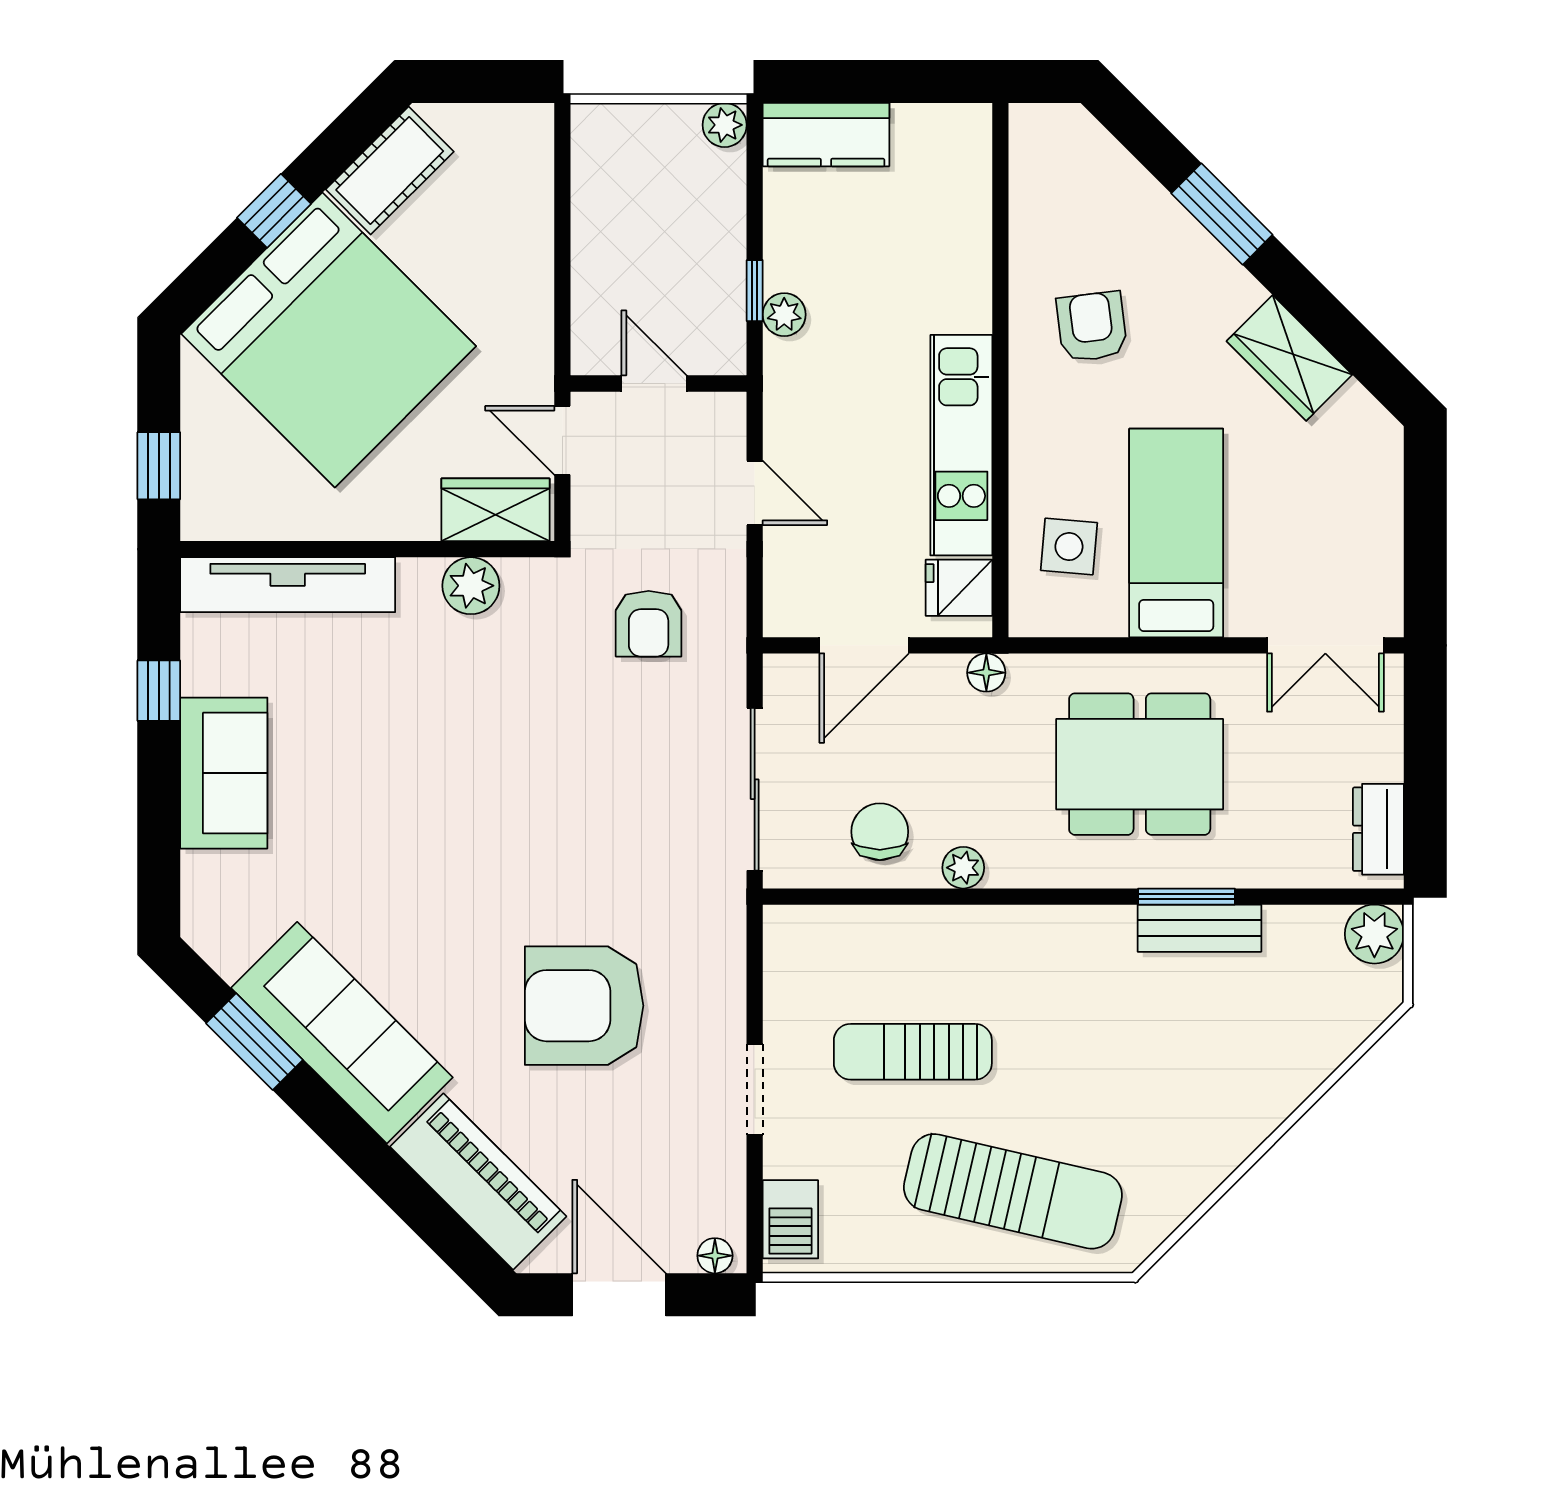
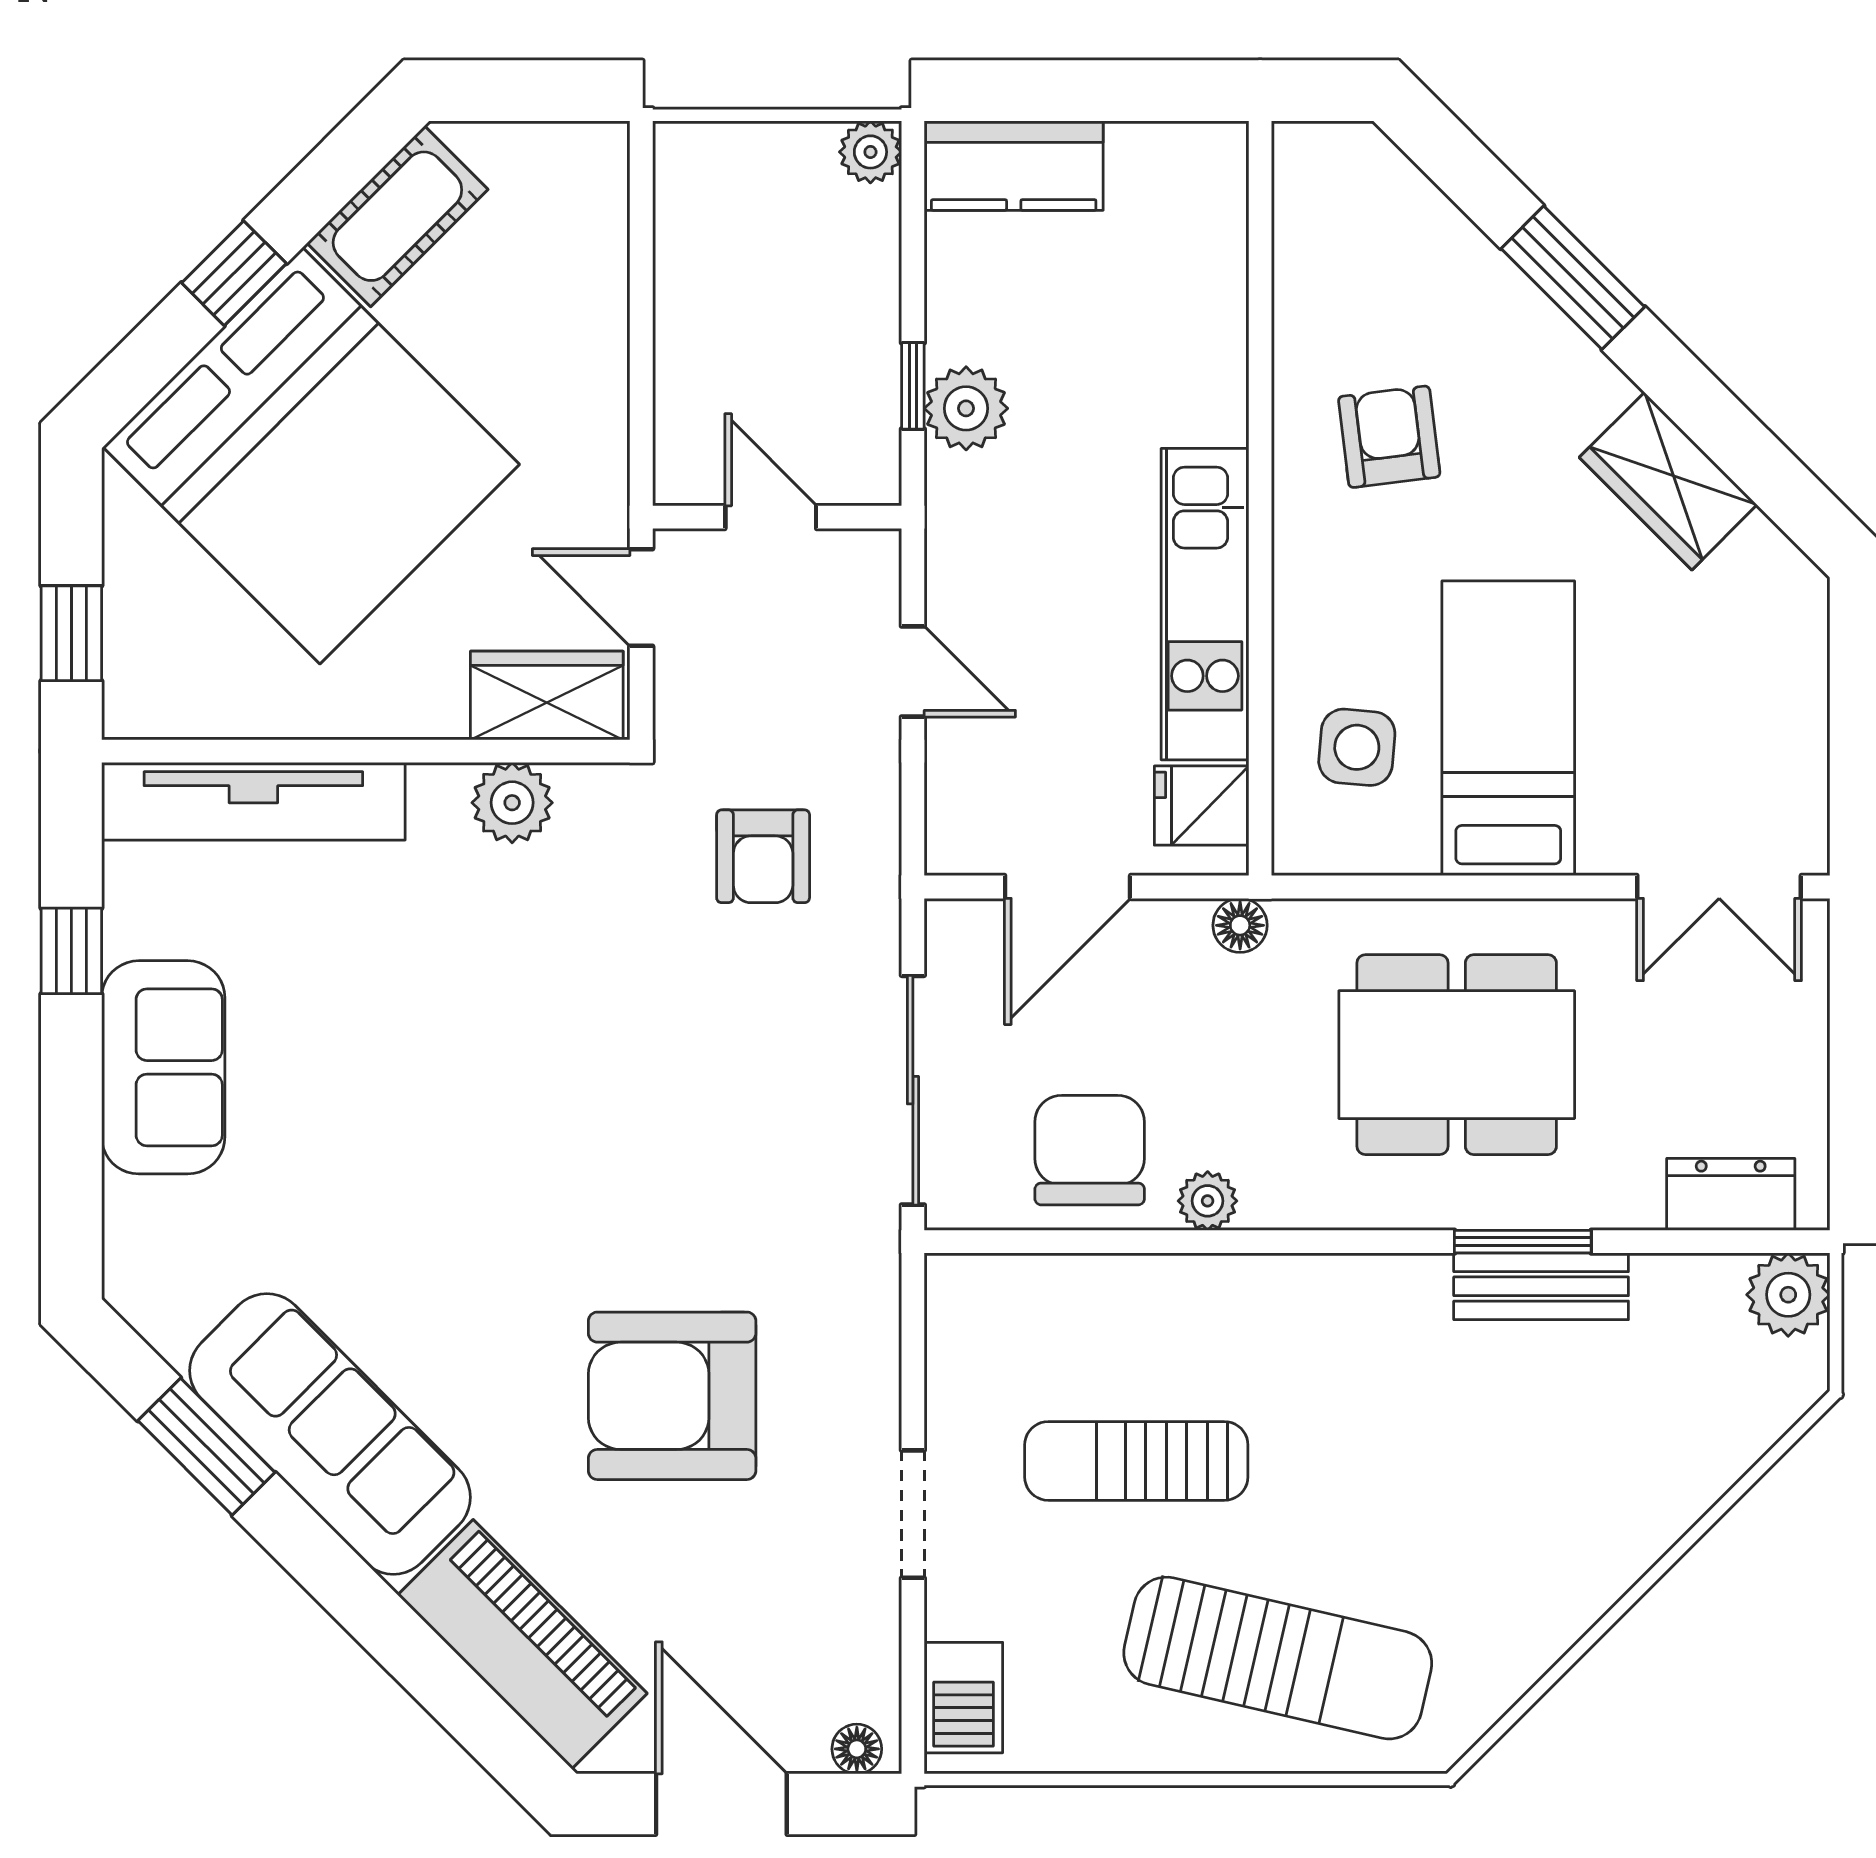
plant: (784, 315) -> (966, 408), width x1.38, depth x1.38
dresser: (1378, 829) -> (1731, 1194), moved, turned 90
chair: (880, 832) -> (1090, 1150), width x1.37, depth x1.37

